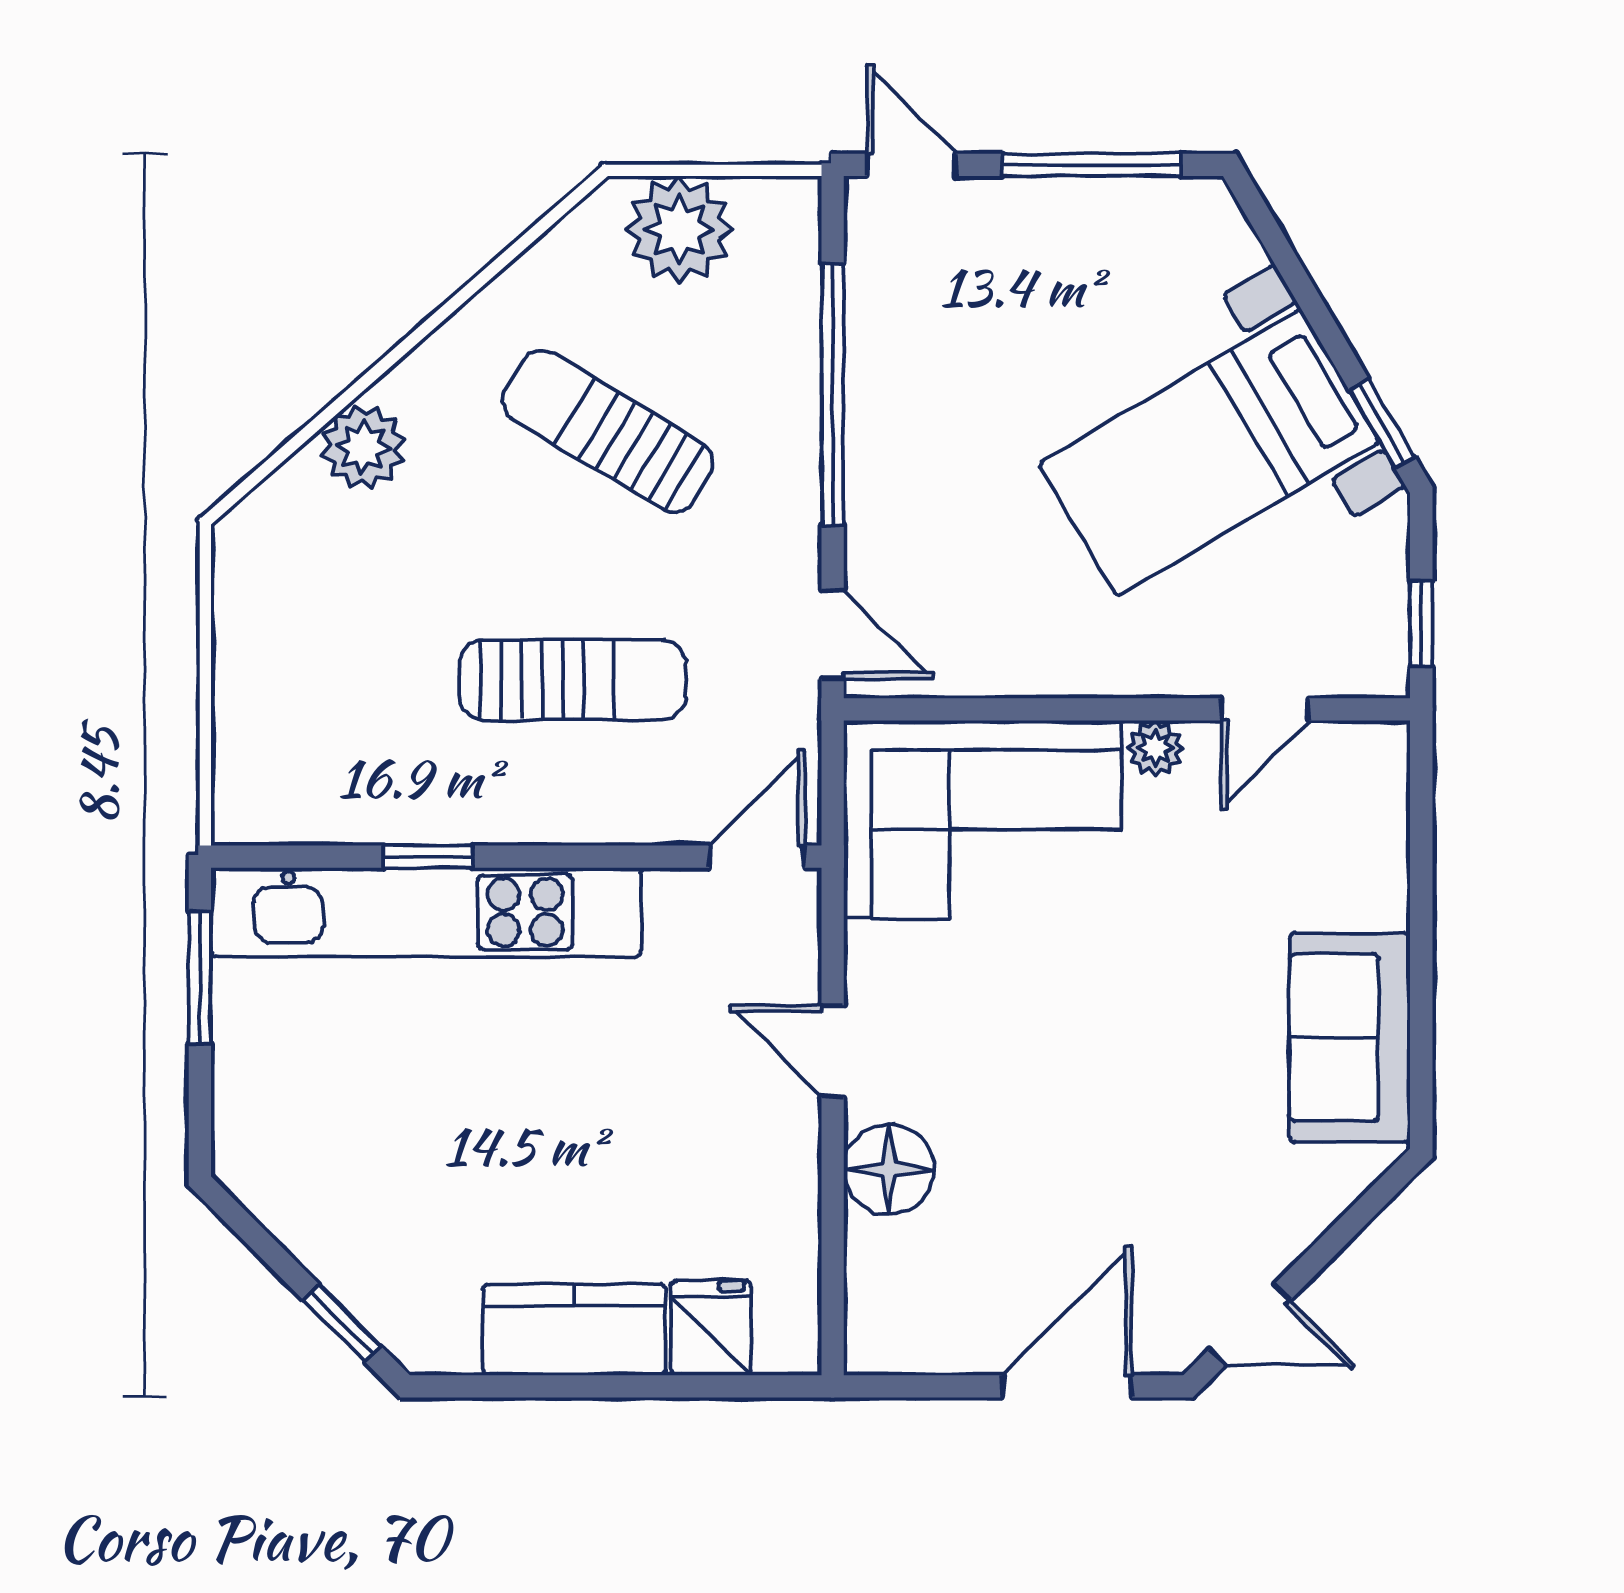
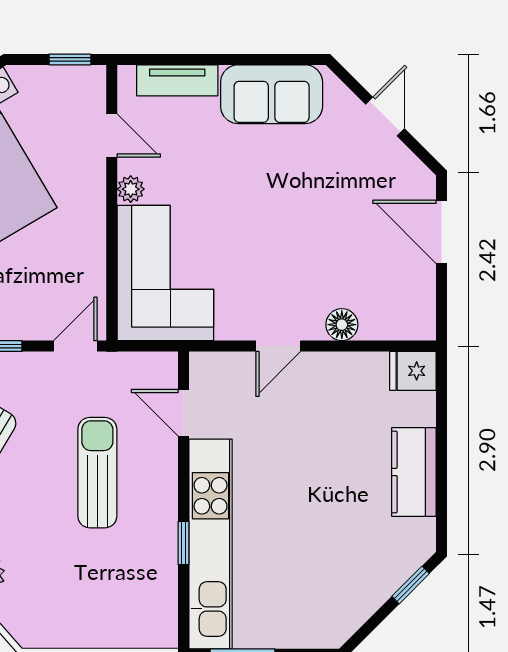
tv unit: (1378, 844) -> (177, 80), added
door: (757, 857) -> (183, 413), moved
floor lamp: (889, 1169) -> (342, 325), width x0.73, depth x0.73
door: (1250, 1325) -> (385, 116), moved
fridge: (711, 1328) -> (413, 371), moved

